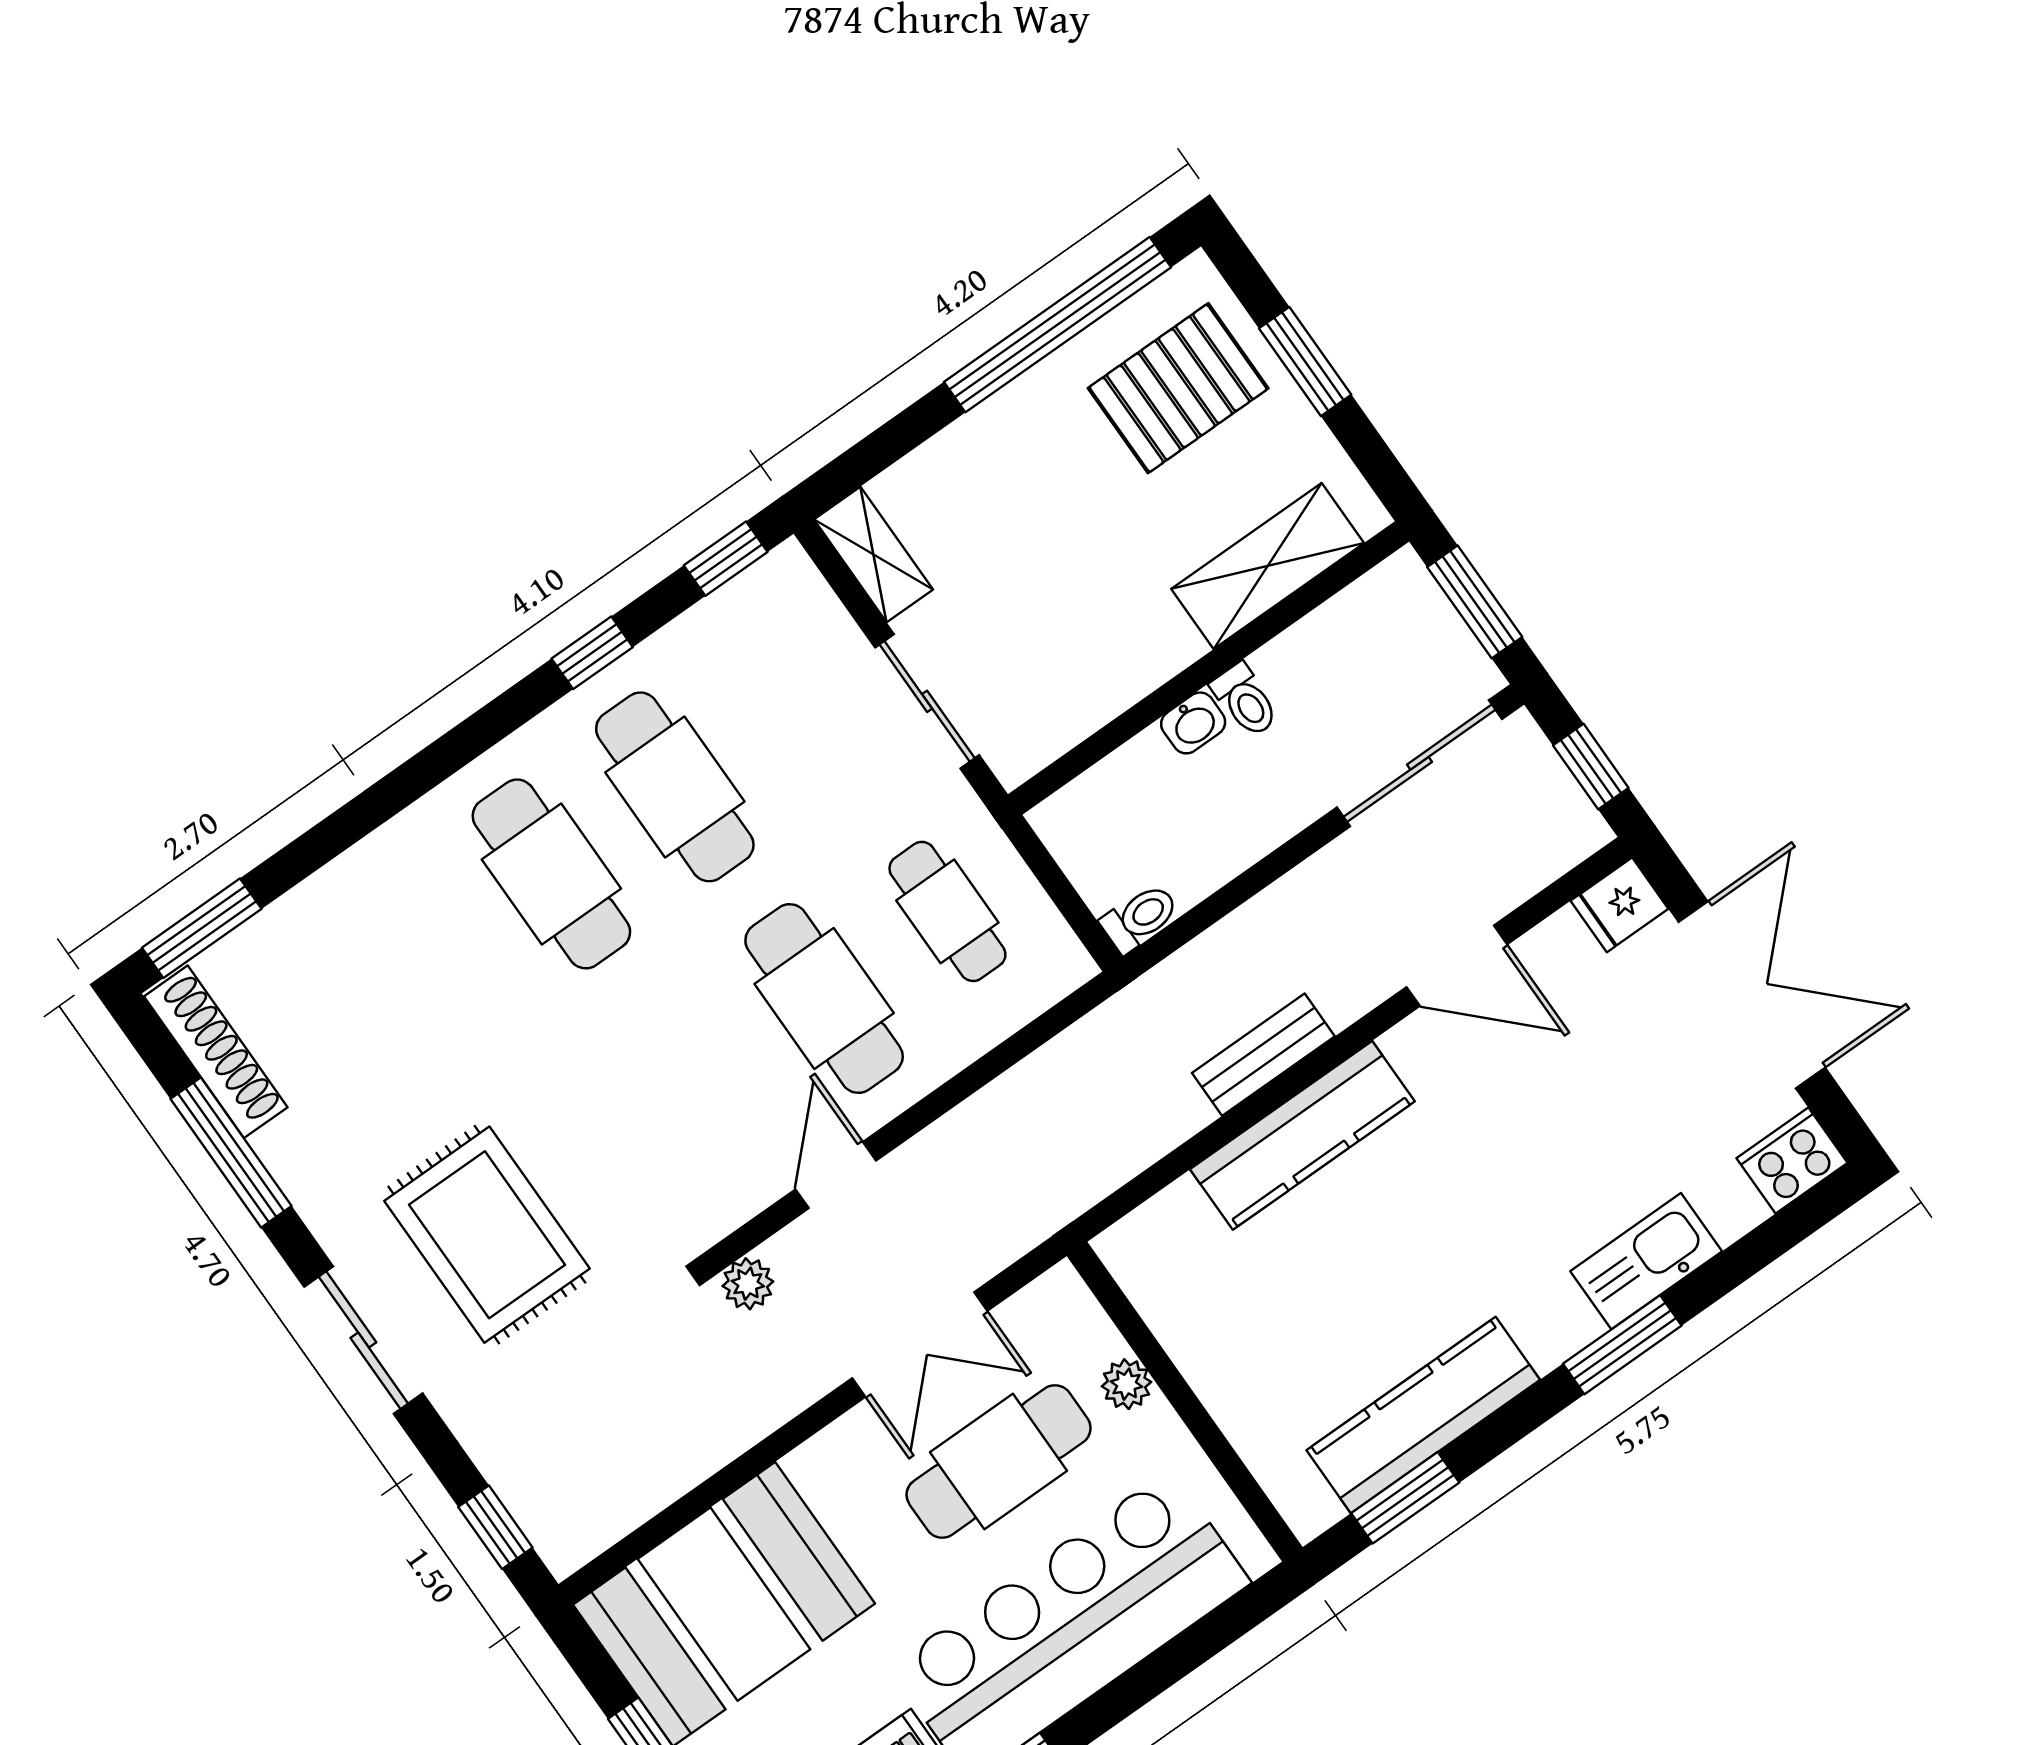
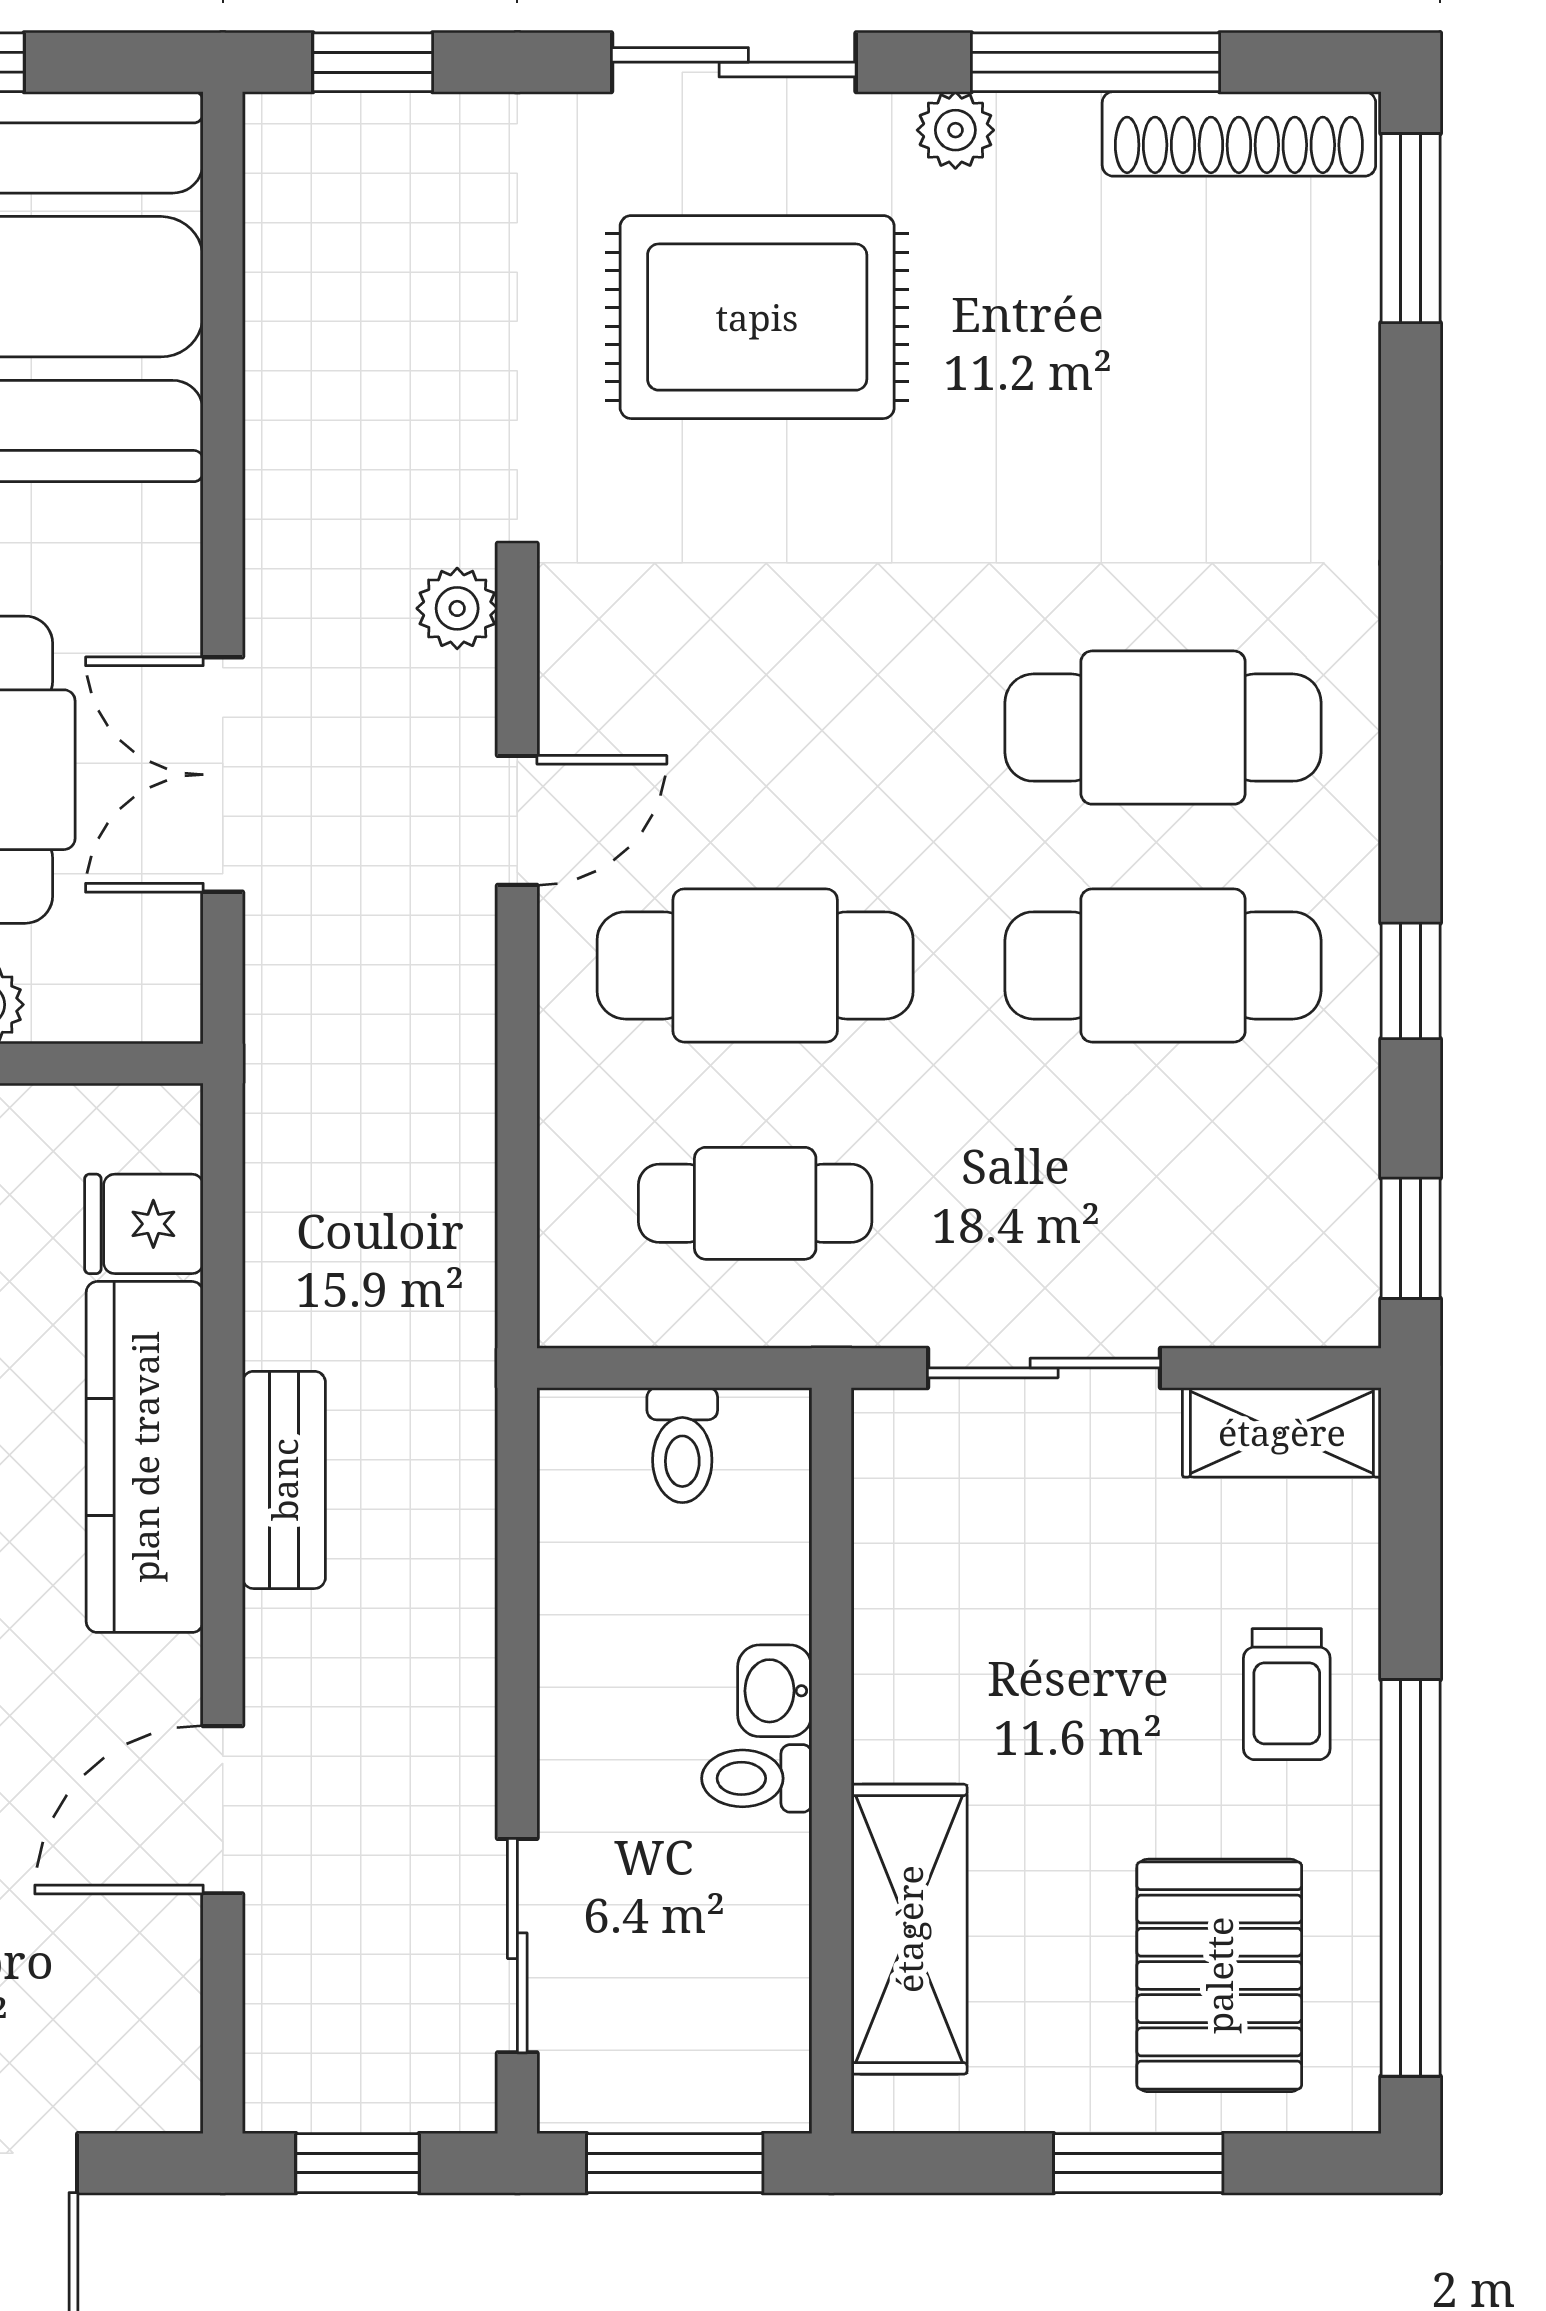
trolley: (1008, 456) -> (1287, 1694), added
sliding door: (1420, 763) -> (517, 1946), width x0.73
fridge: (1619, 905) -> (144, 1224), moved, turned -90
toilet: (1140, 918) -> (682, 1445), moved
door: (836, 1175) -> (517, 820), hinge flipped
plant: (317, 1200) -> (955, 130), added

